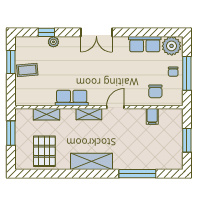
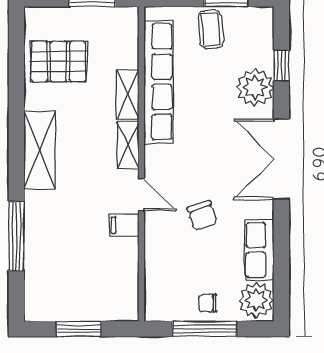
double door: (96, 32) -> (281, 159), width x1.37
plant: (53, 42) -> (255, 87), width x1.88, depth x1.88
chair: (155, 91) -> (202, 216), moved, turned -108
row of seats: (72, 98) -> (159, 82), width x2.02
shelving: (47, 114) -> (128, 95), moved
filing cabinet: (152, 116) -> (124, 225), moved

